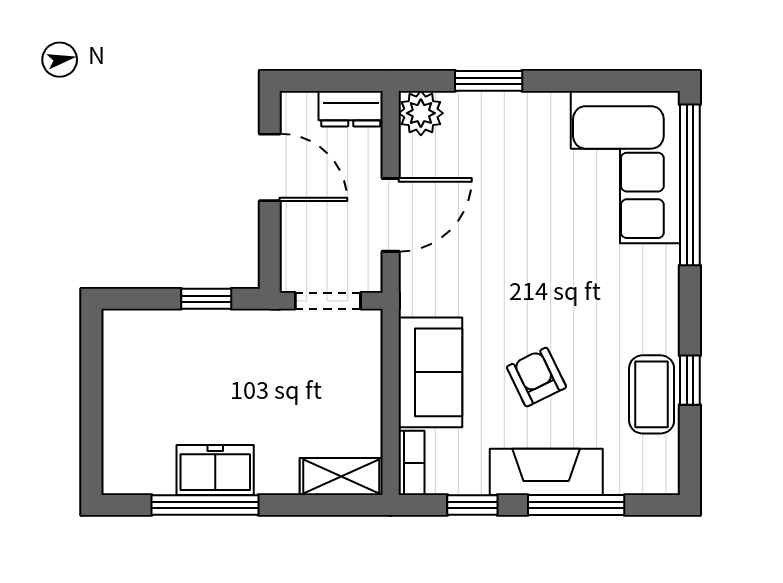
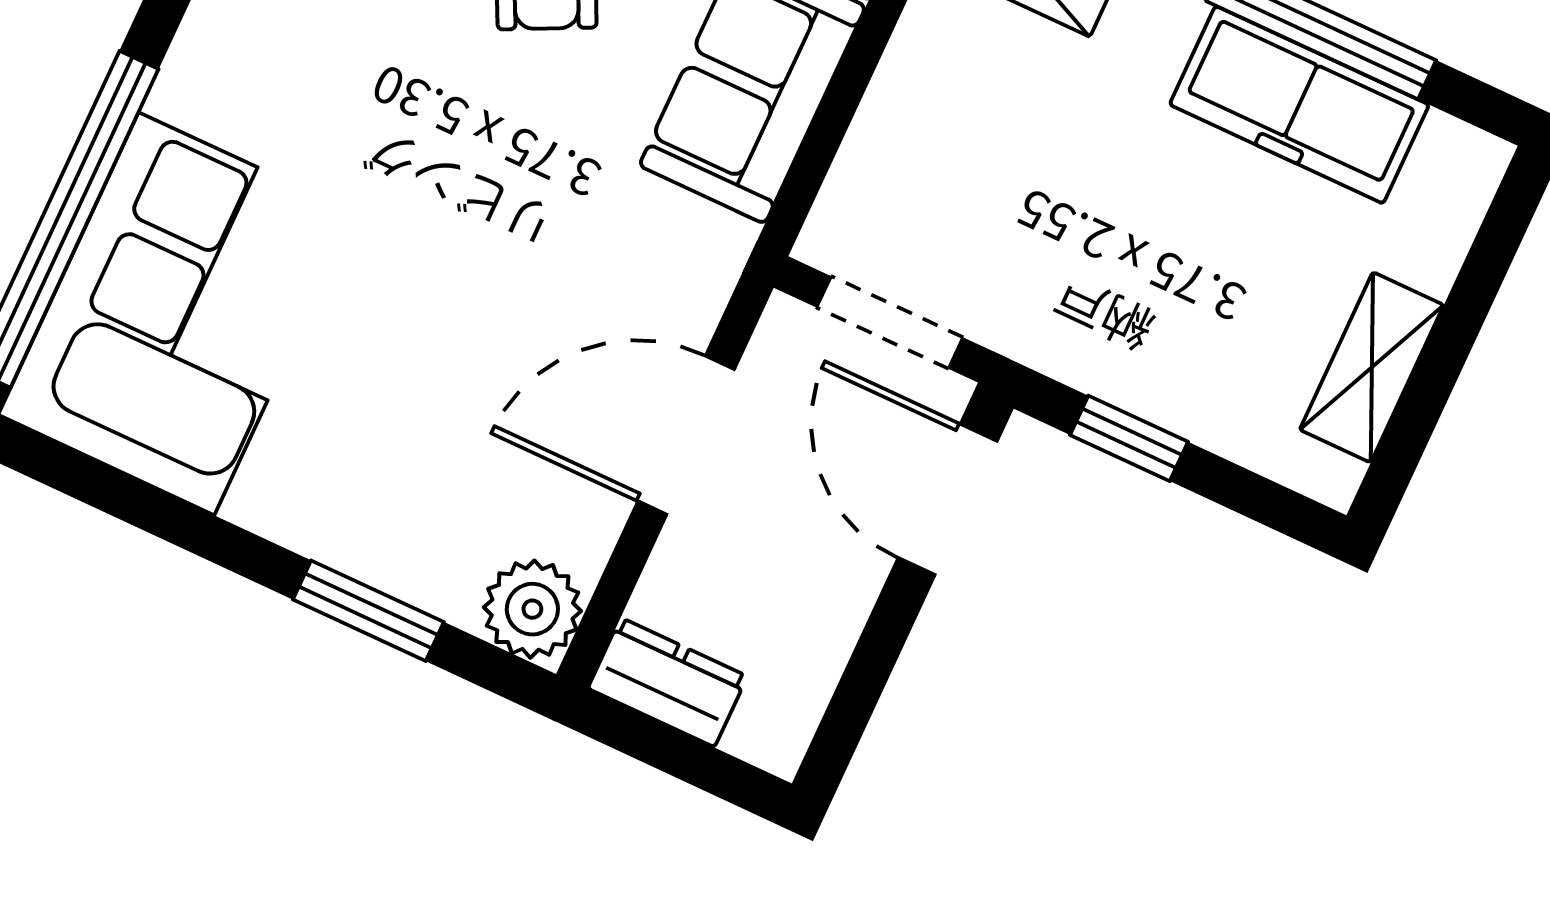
door: (270, 167) -> (948, 500), moved
shelving: (119, 375) -> (1372, 367), added
freezer: (215, 470) -> (1299, 105), width x1.40

